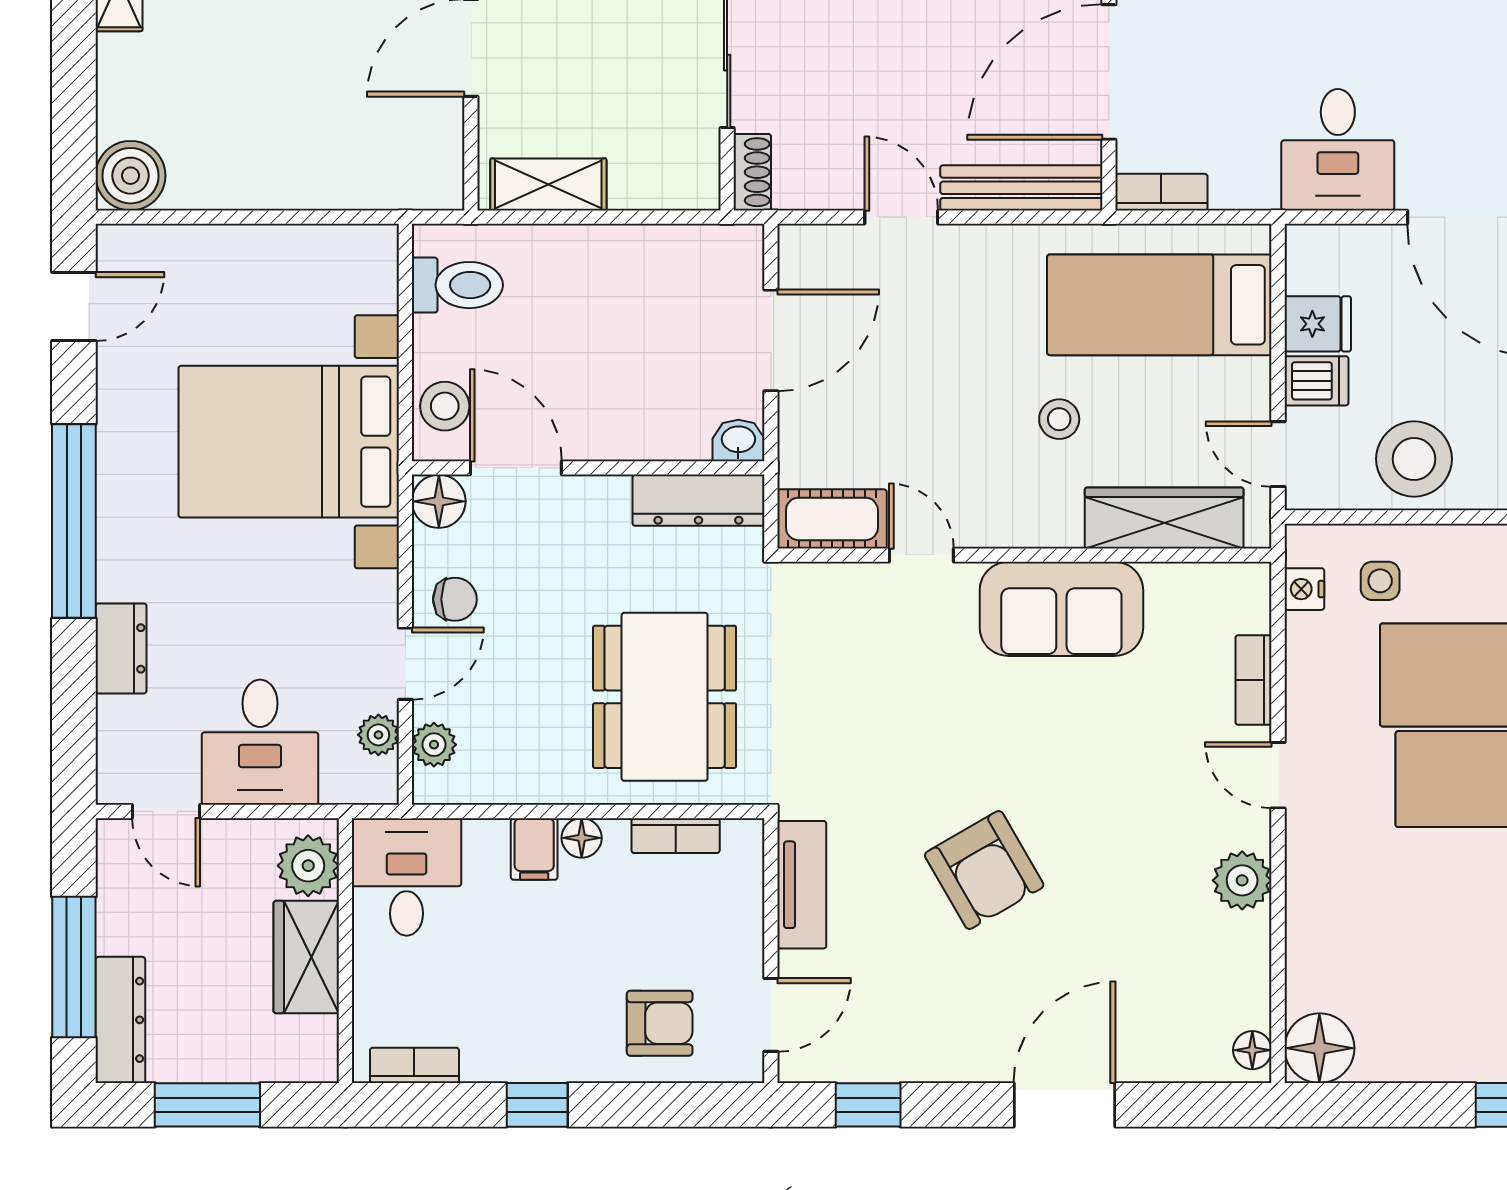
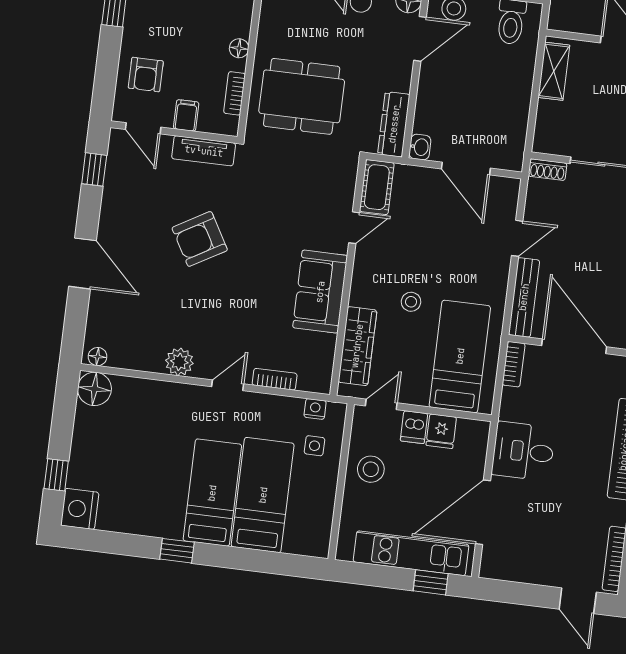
stool: (1414, 459) -> (371, 469), width x0.73, depth x0.73
filing cabinet: (534, 849) -> (186, 115), moved, turned 90

